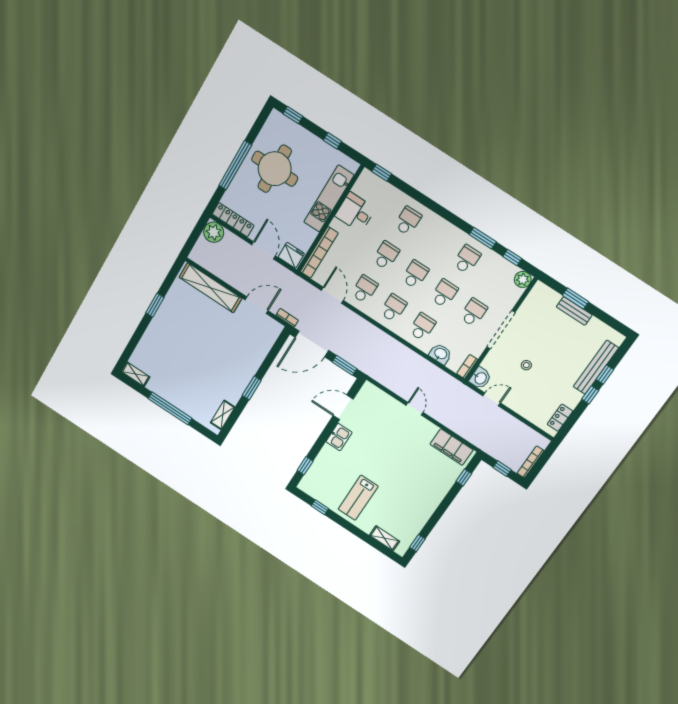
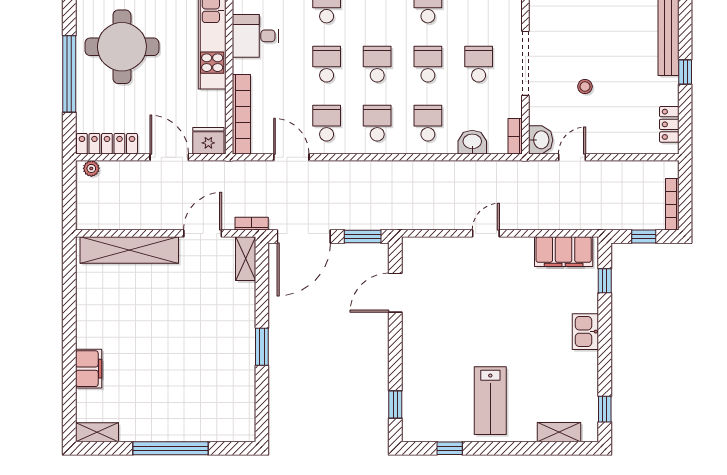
plant: (214, 232) -> (91, 168), width x0.53, depth x0.53
window: (155, 305) -> (69, 321), removed
filing cabinet: (151, 338) -> (89, 369), added
window: (605, 374) -> (685, 36), removed
door: (415, 409) -> (486, 233), hinge flipped
shelving: (223, 415) -> (246, 259), moved
kitchen sink: (339, 437) -> (585, 332), moved, turned 180

